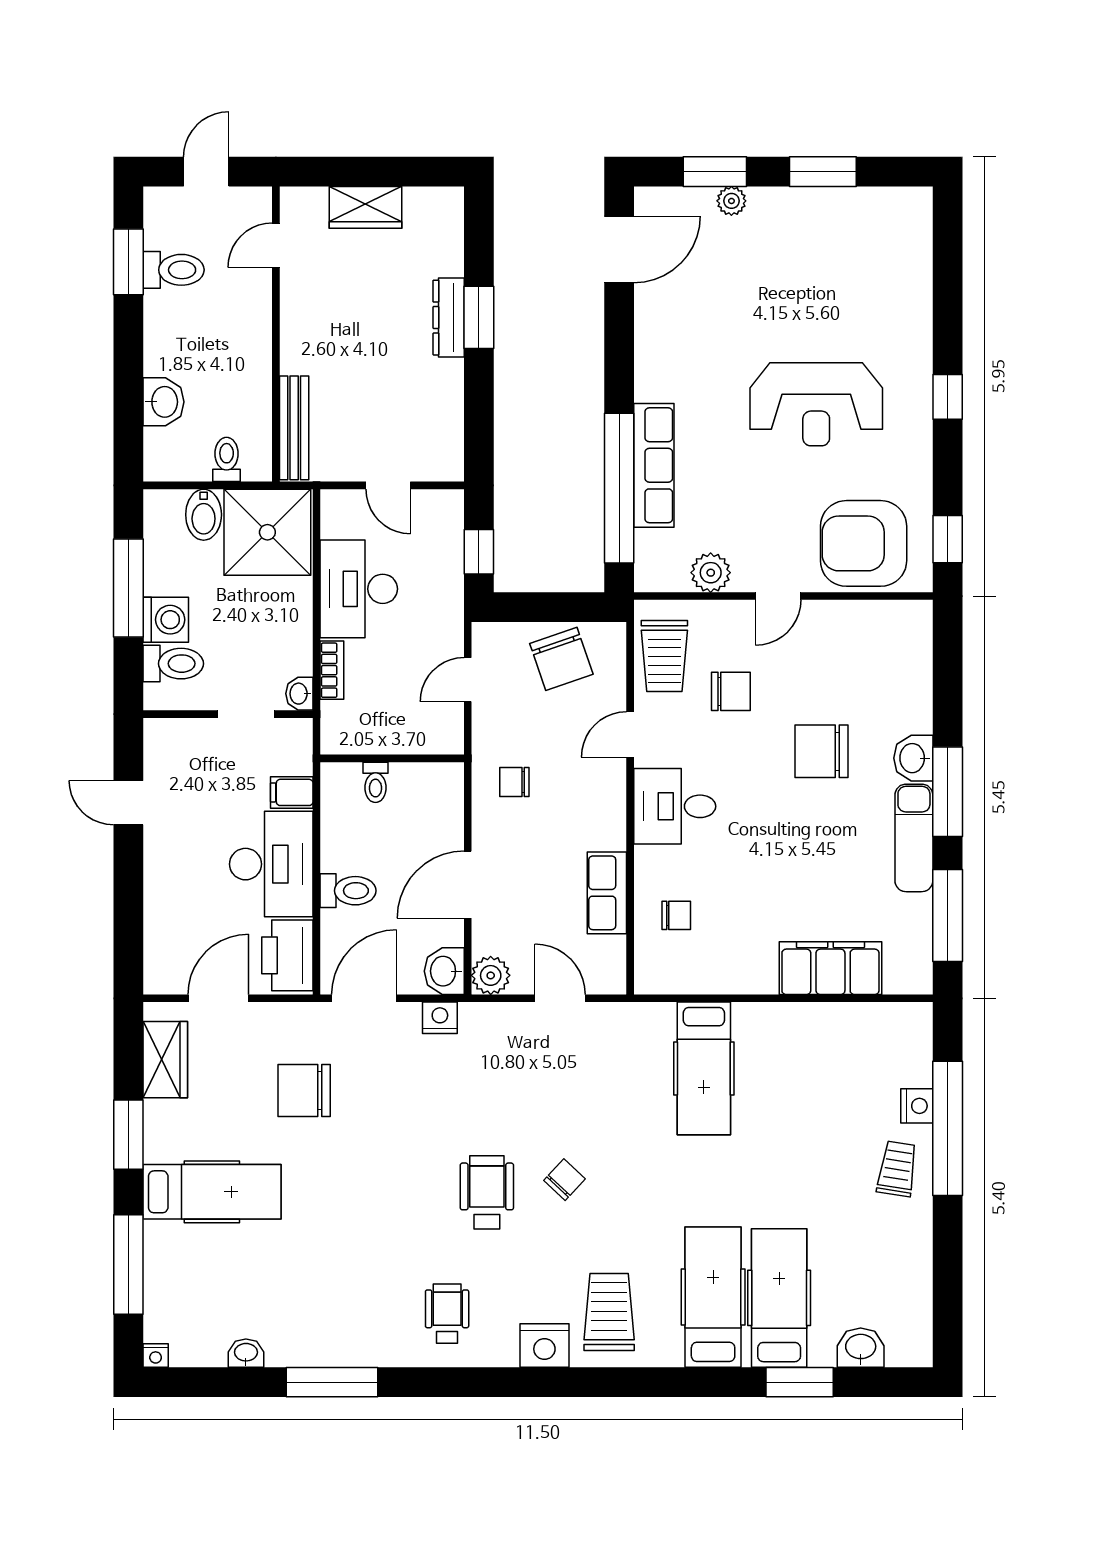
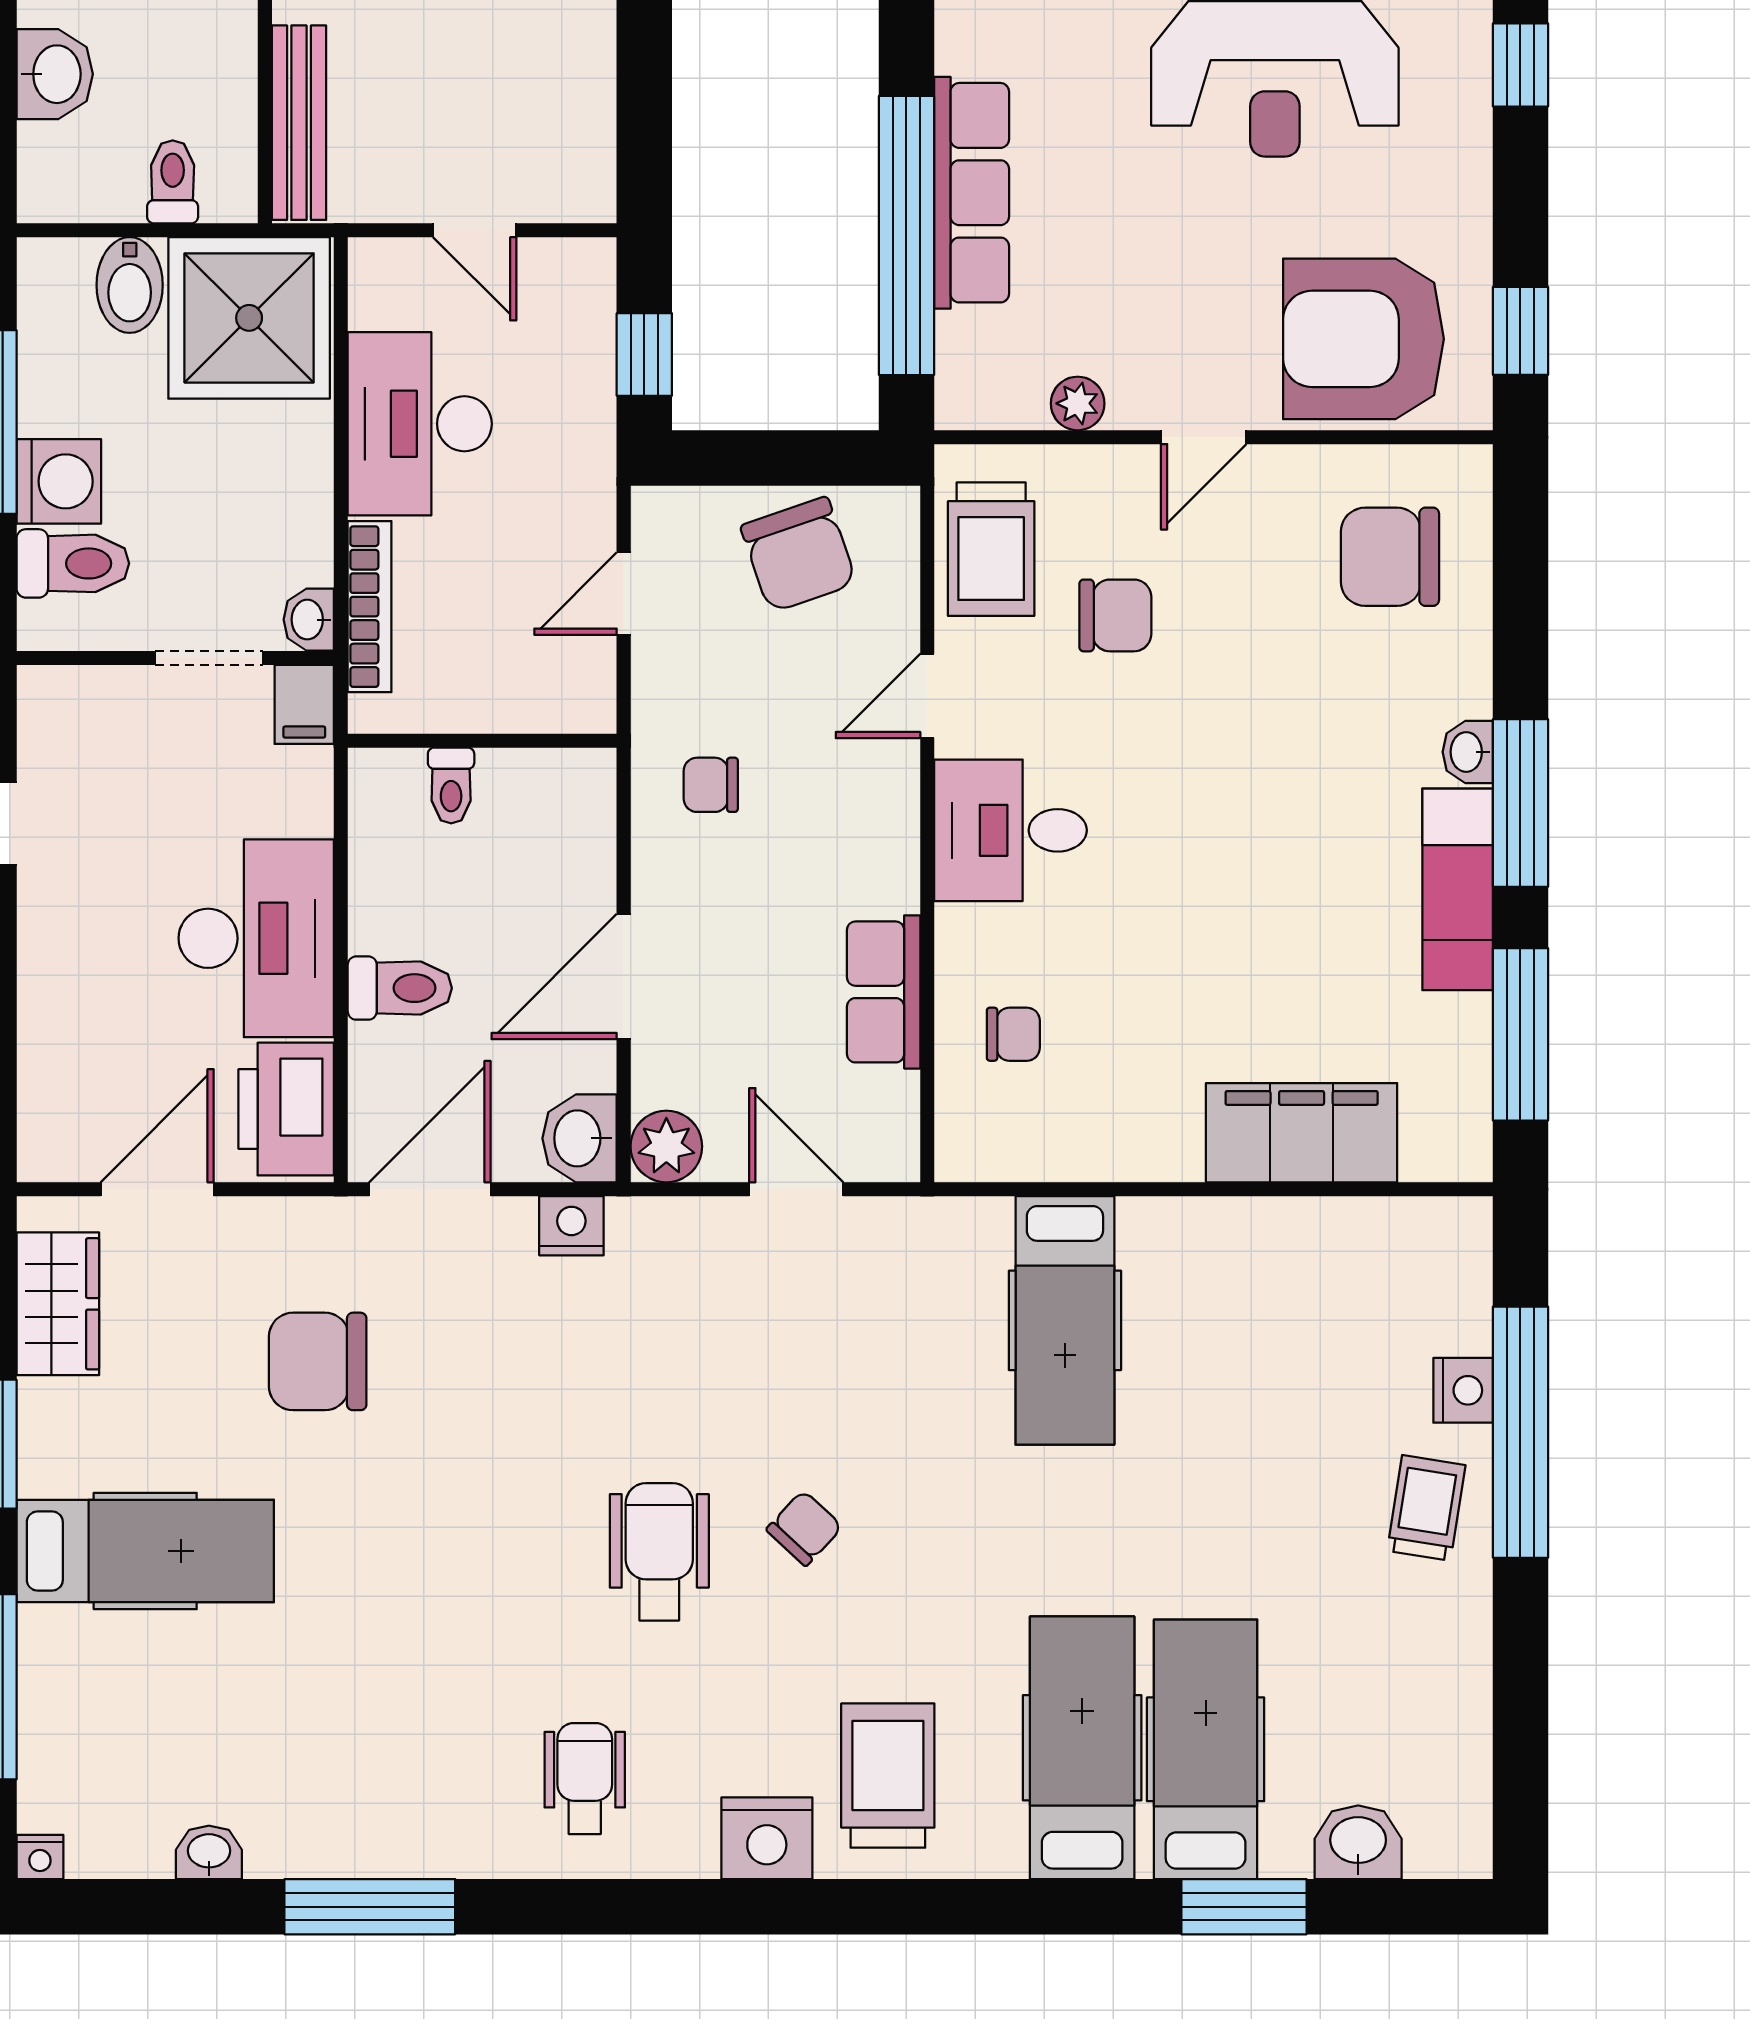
plant: (711, 573) -> (1078, 403), width x0.73, depth x0.73
bookcase: (332, 670) -> (370, 607), width x1.56
chair: (821, 751) -> (1390, 557), moved
washbasin: (913, 758) -> (1468, 752), width x0.72, depth x0.69
filing cabinet: (292, 792) -> (304, 704), moved, turned -90

